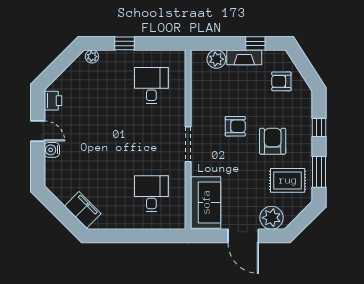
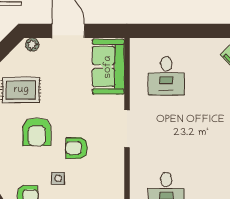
side table: (253, 98) -> (58, 178), added
plant: (271, 218) -> (32, 45), width x0.53, depth x0.53

